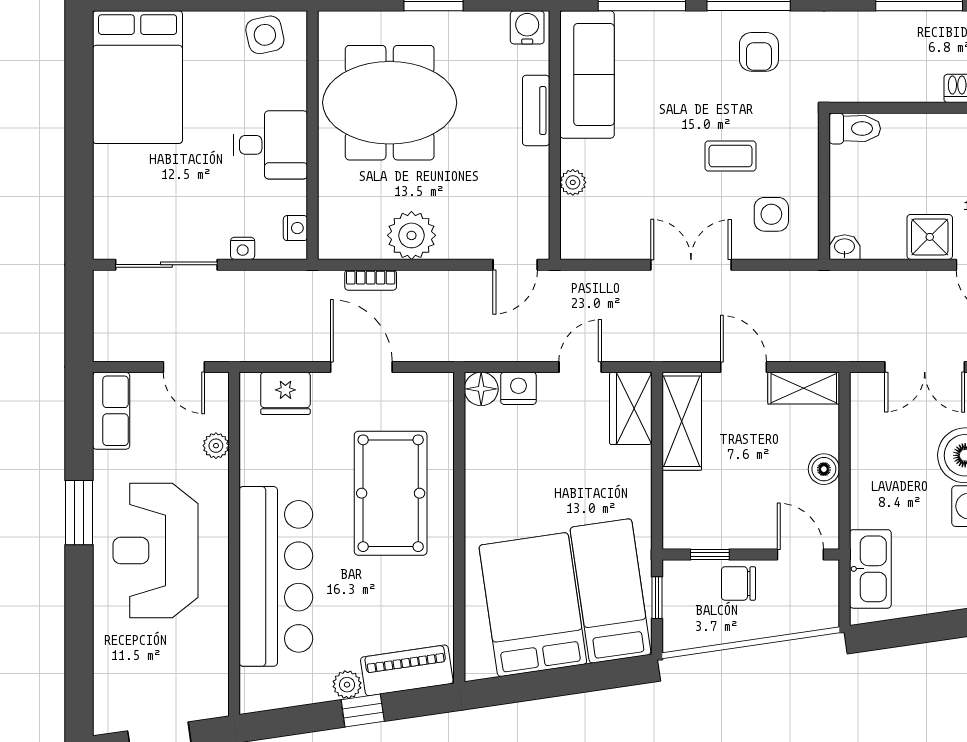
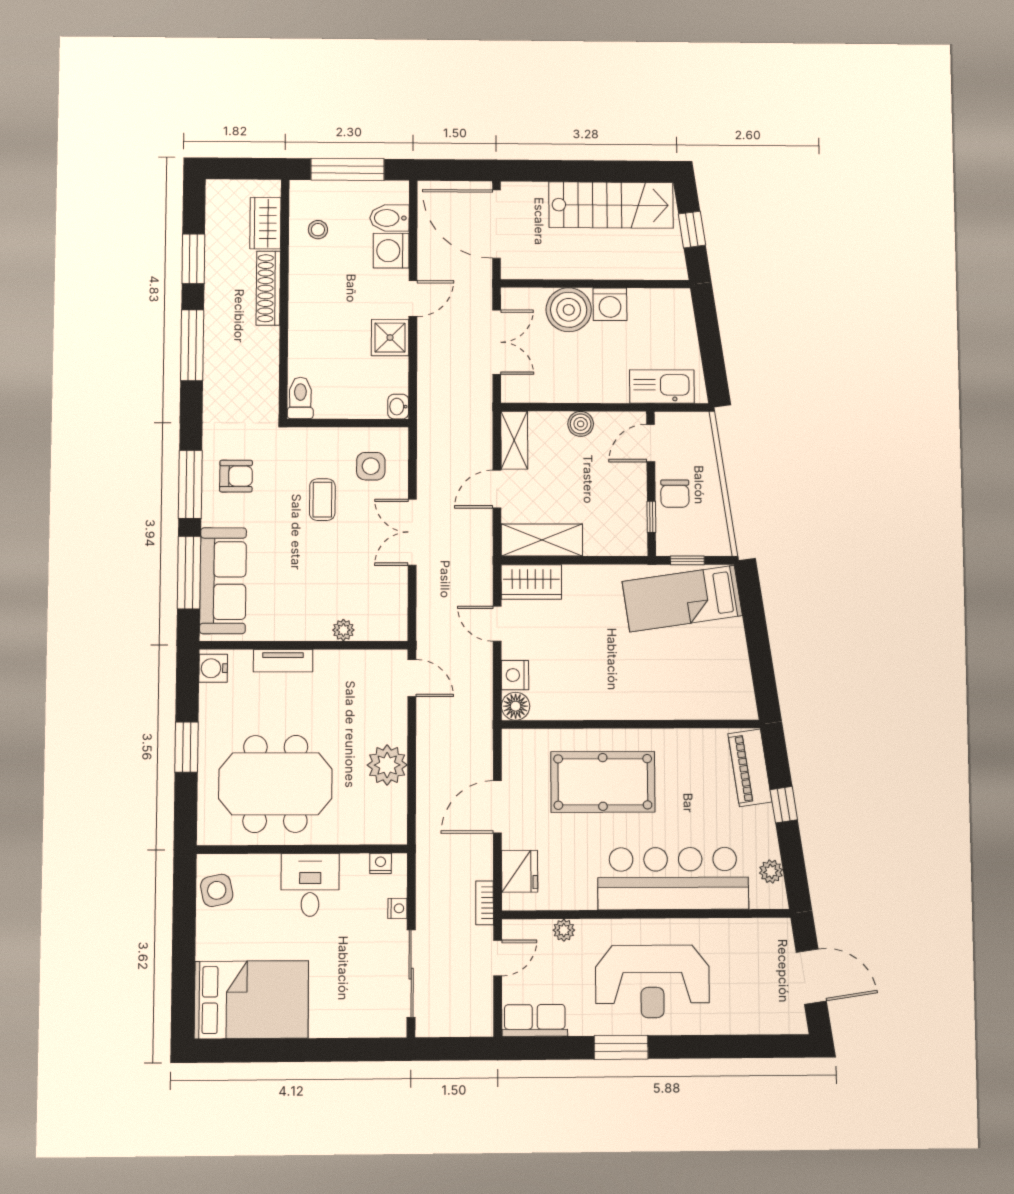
sofa: (587, 75) -> (223, 581), moved, turned 90
meeting table: (390, 103) -> (275, 784), turned 90
bookcase: (371, 280) -> (485, 903), moved, turned 180
bed: (533, 605) -> (694, 663), removed
plant: (347, 685) -> (771, 871), moved

